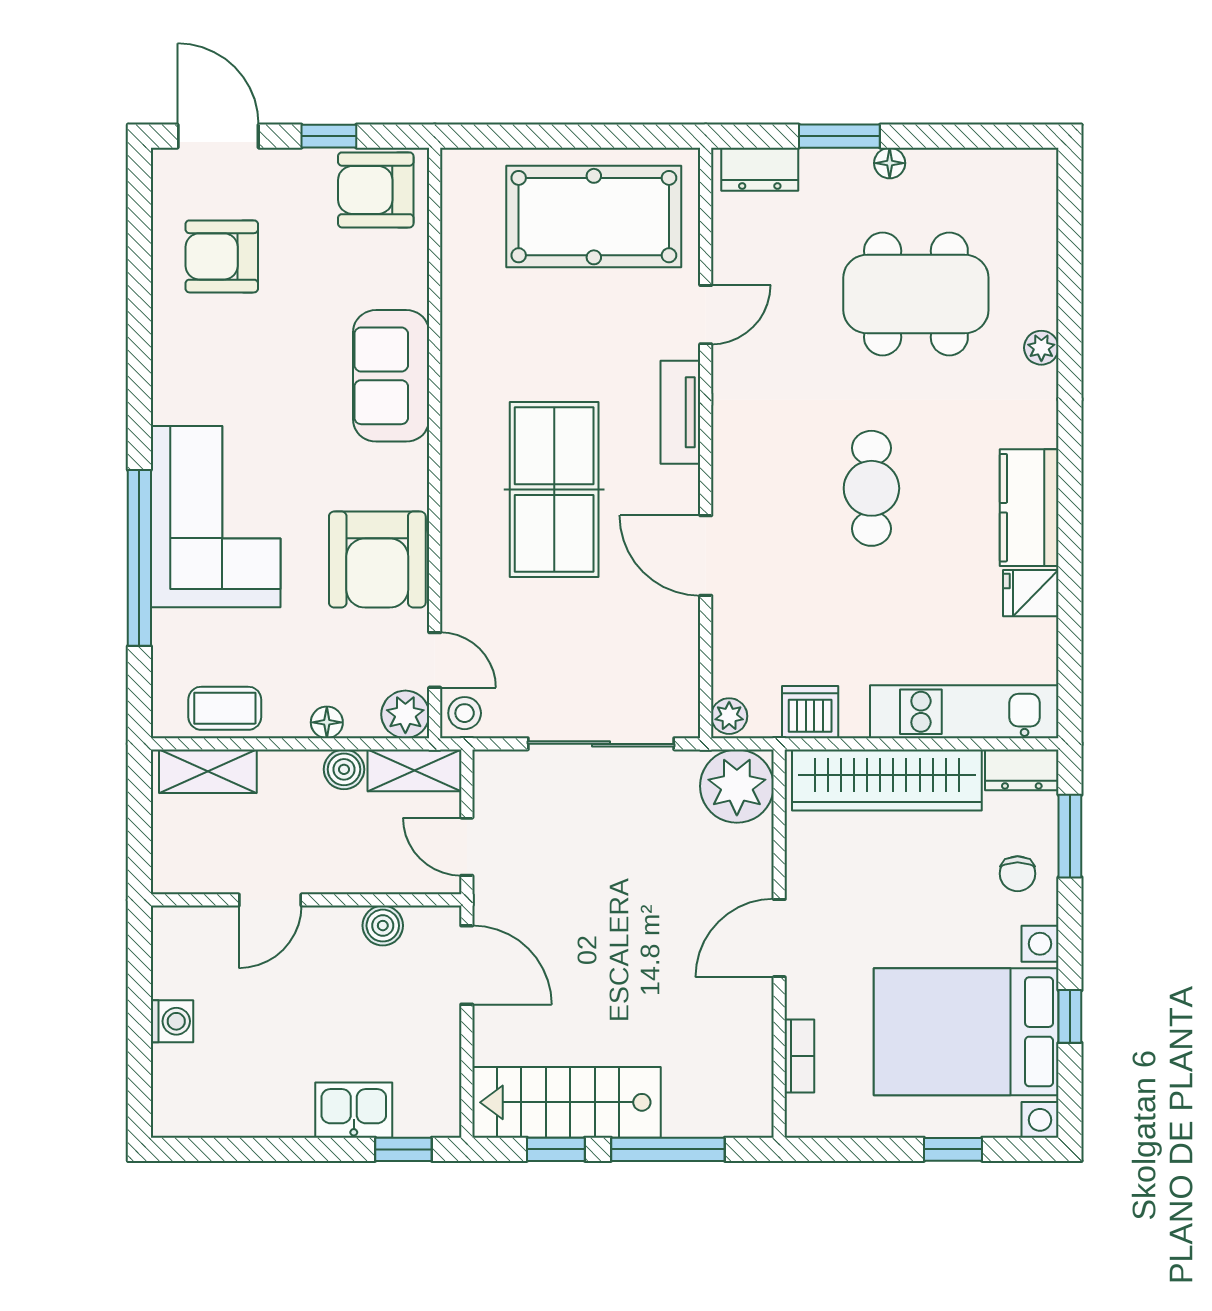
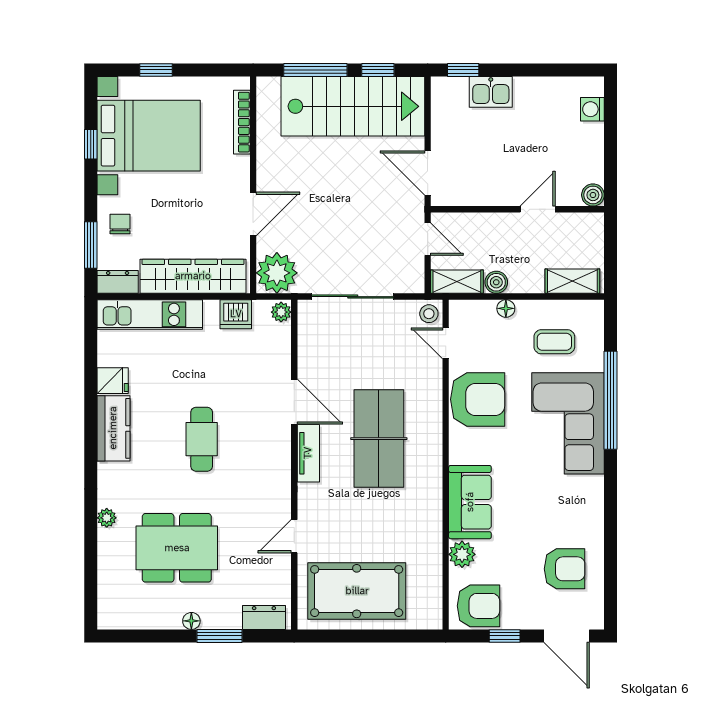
tv unit: (680, 412) -> (308, 453), moved
armchair: (377, 559) -> (478, 399), turned 90
coffee table: (225, 708) -> (554, 342), moved
plant: (405, 714) -> (462, 554), moved
boiler: (383, 926) -> (593, 195), moved
door: (779, 938) -> (253, 214), moved
washing machine: (172, 1021) -> (592, 109), moved
bookcase: (799, 1056) -> (242, 122), width x1.56
stairs: (567, 1102) -> (353, 106), width x1.36, depth x1.51

